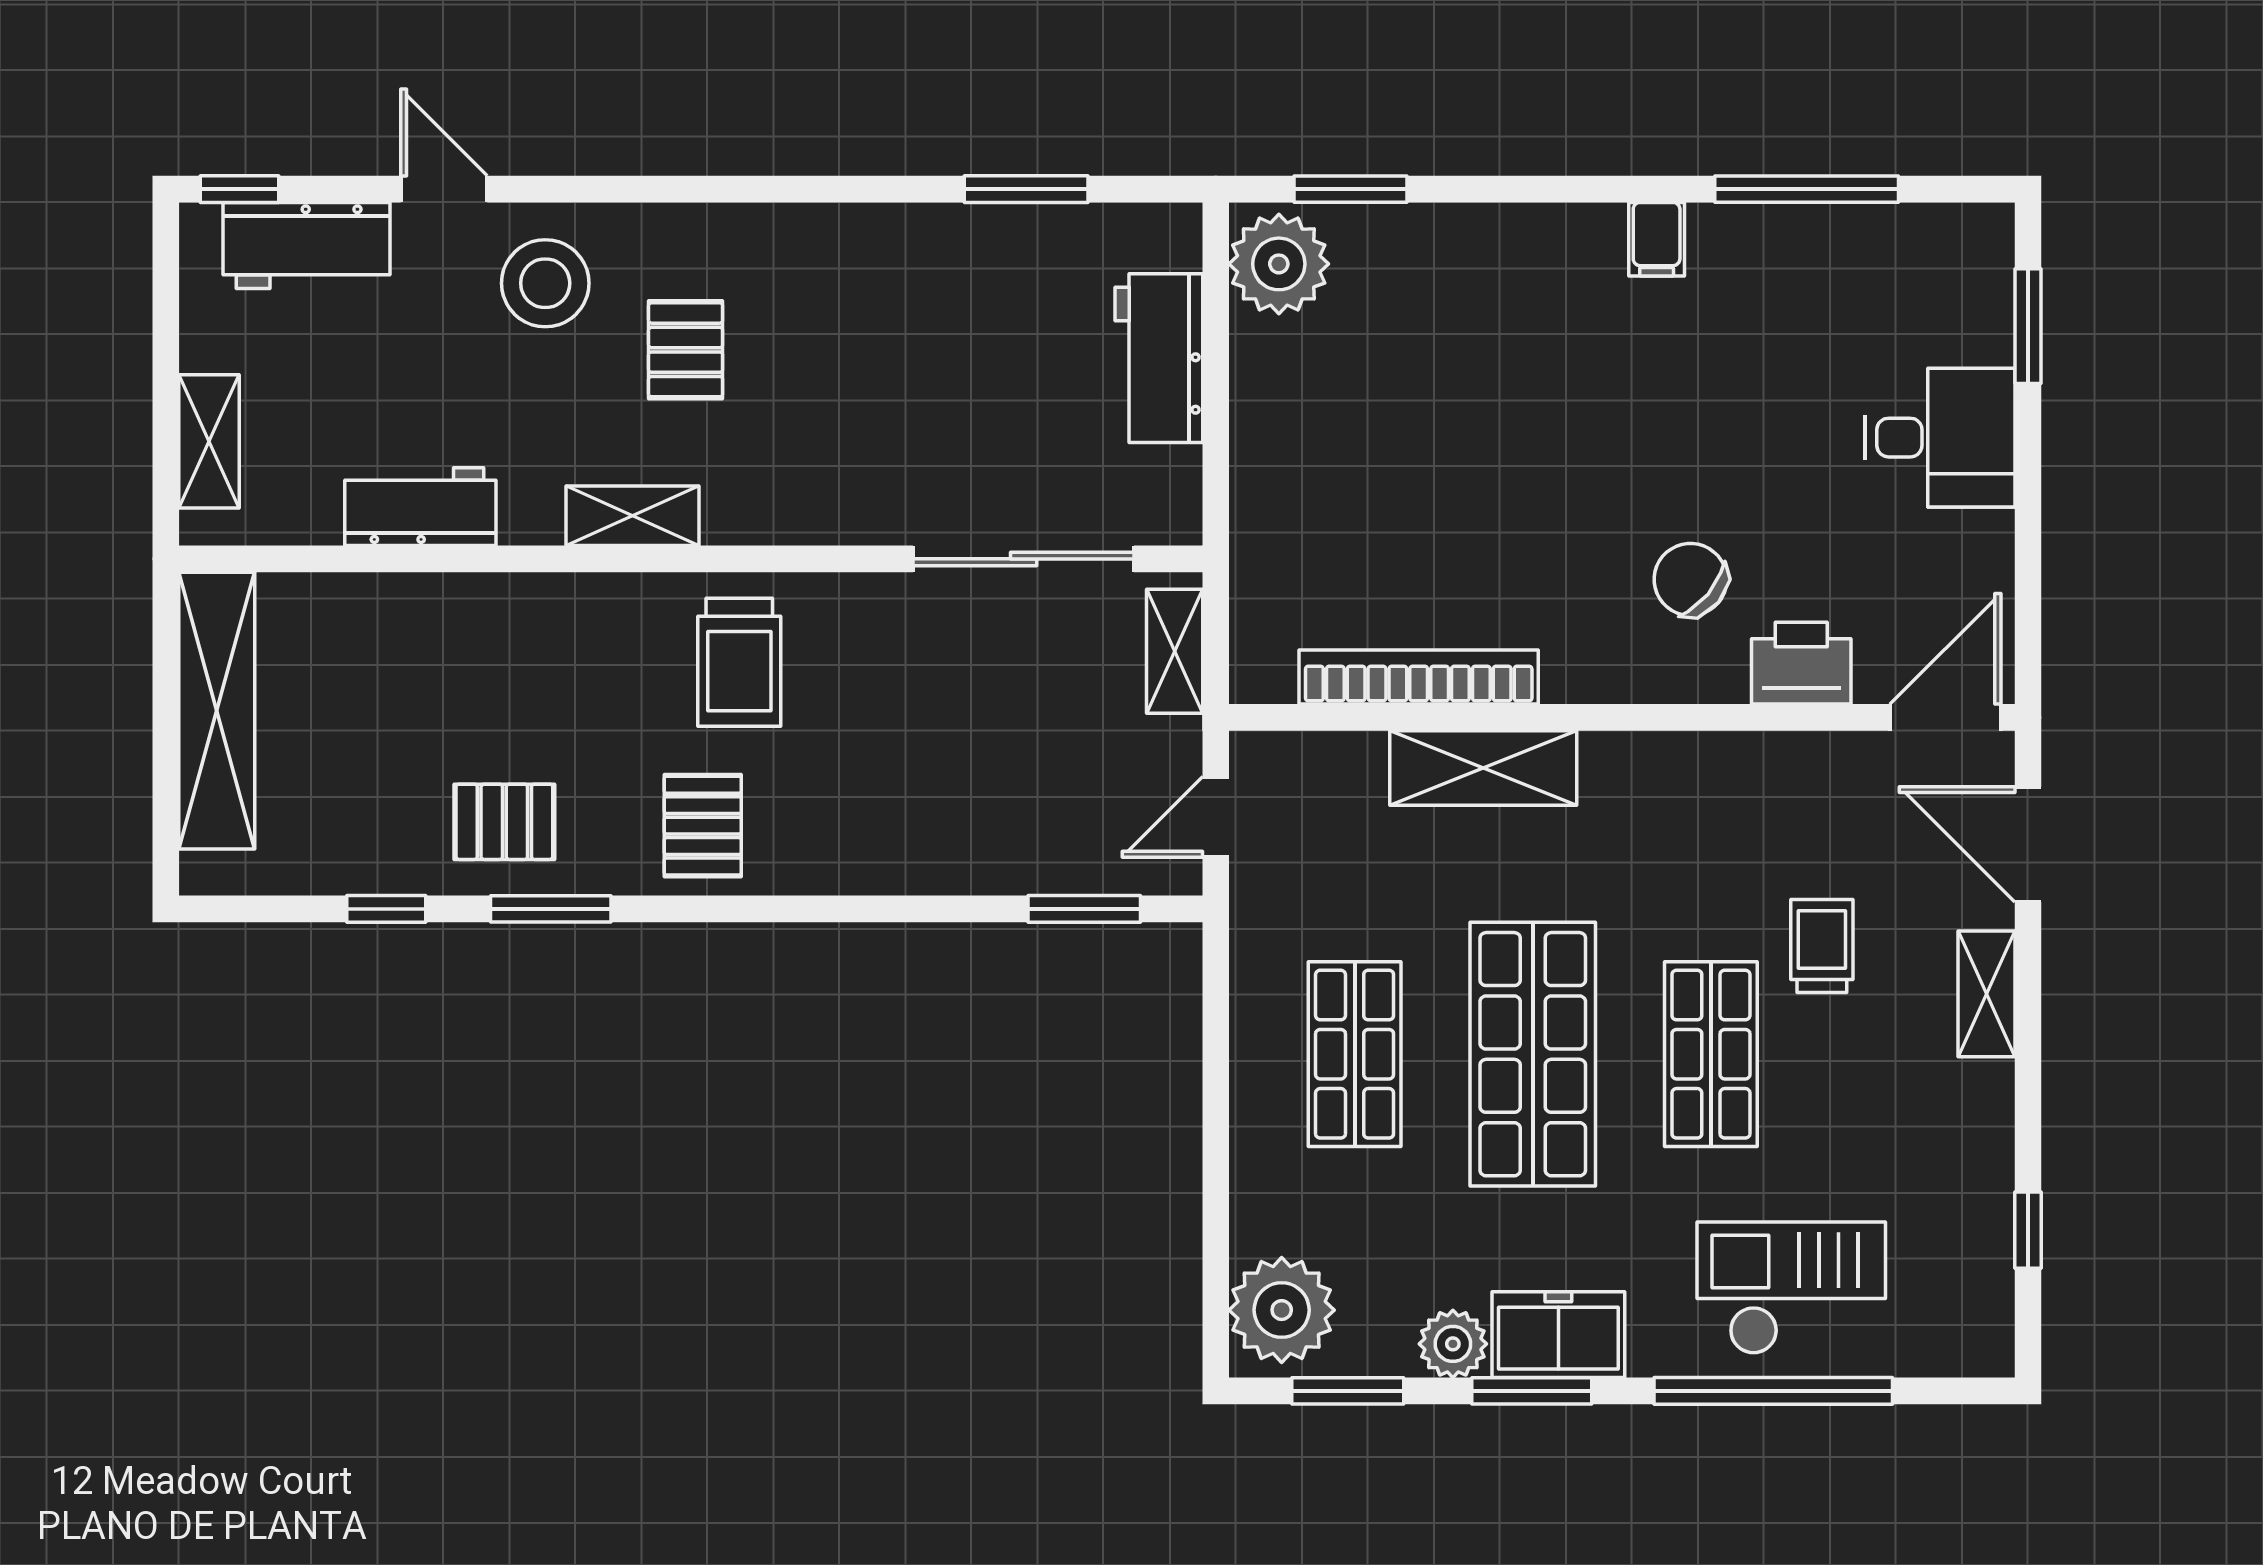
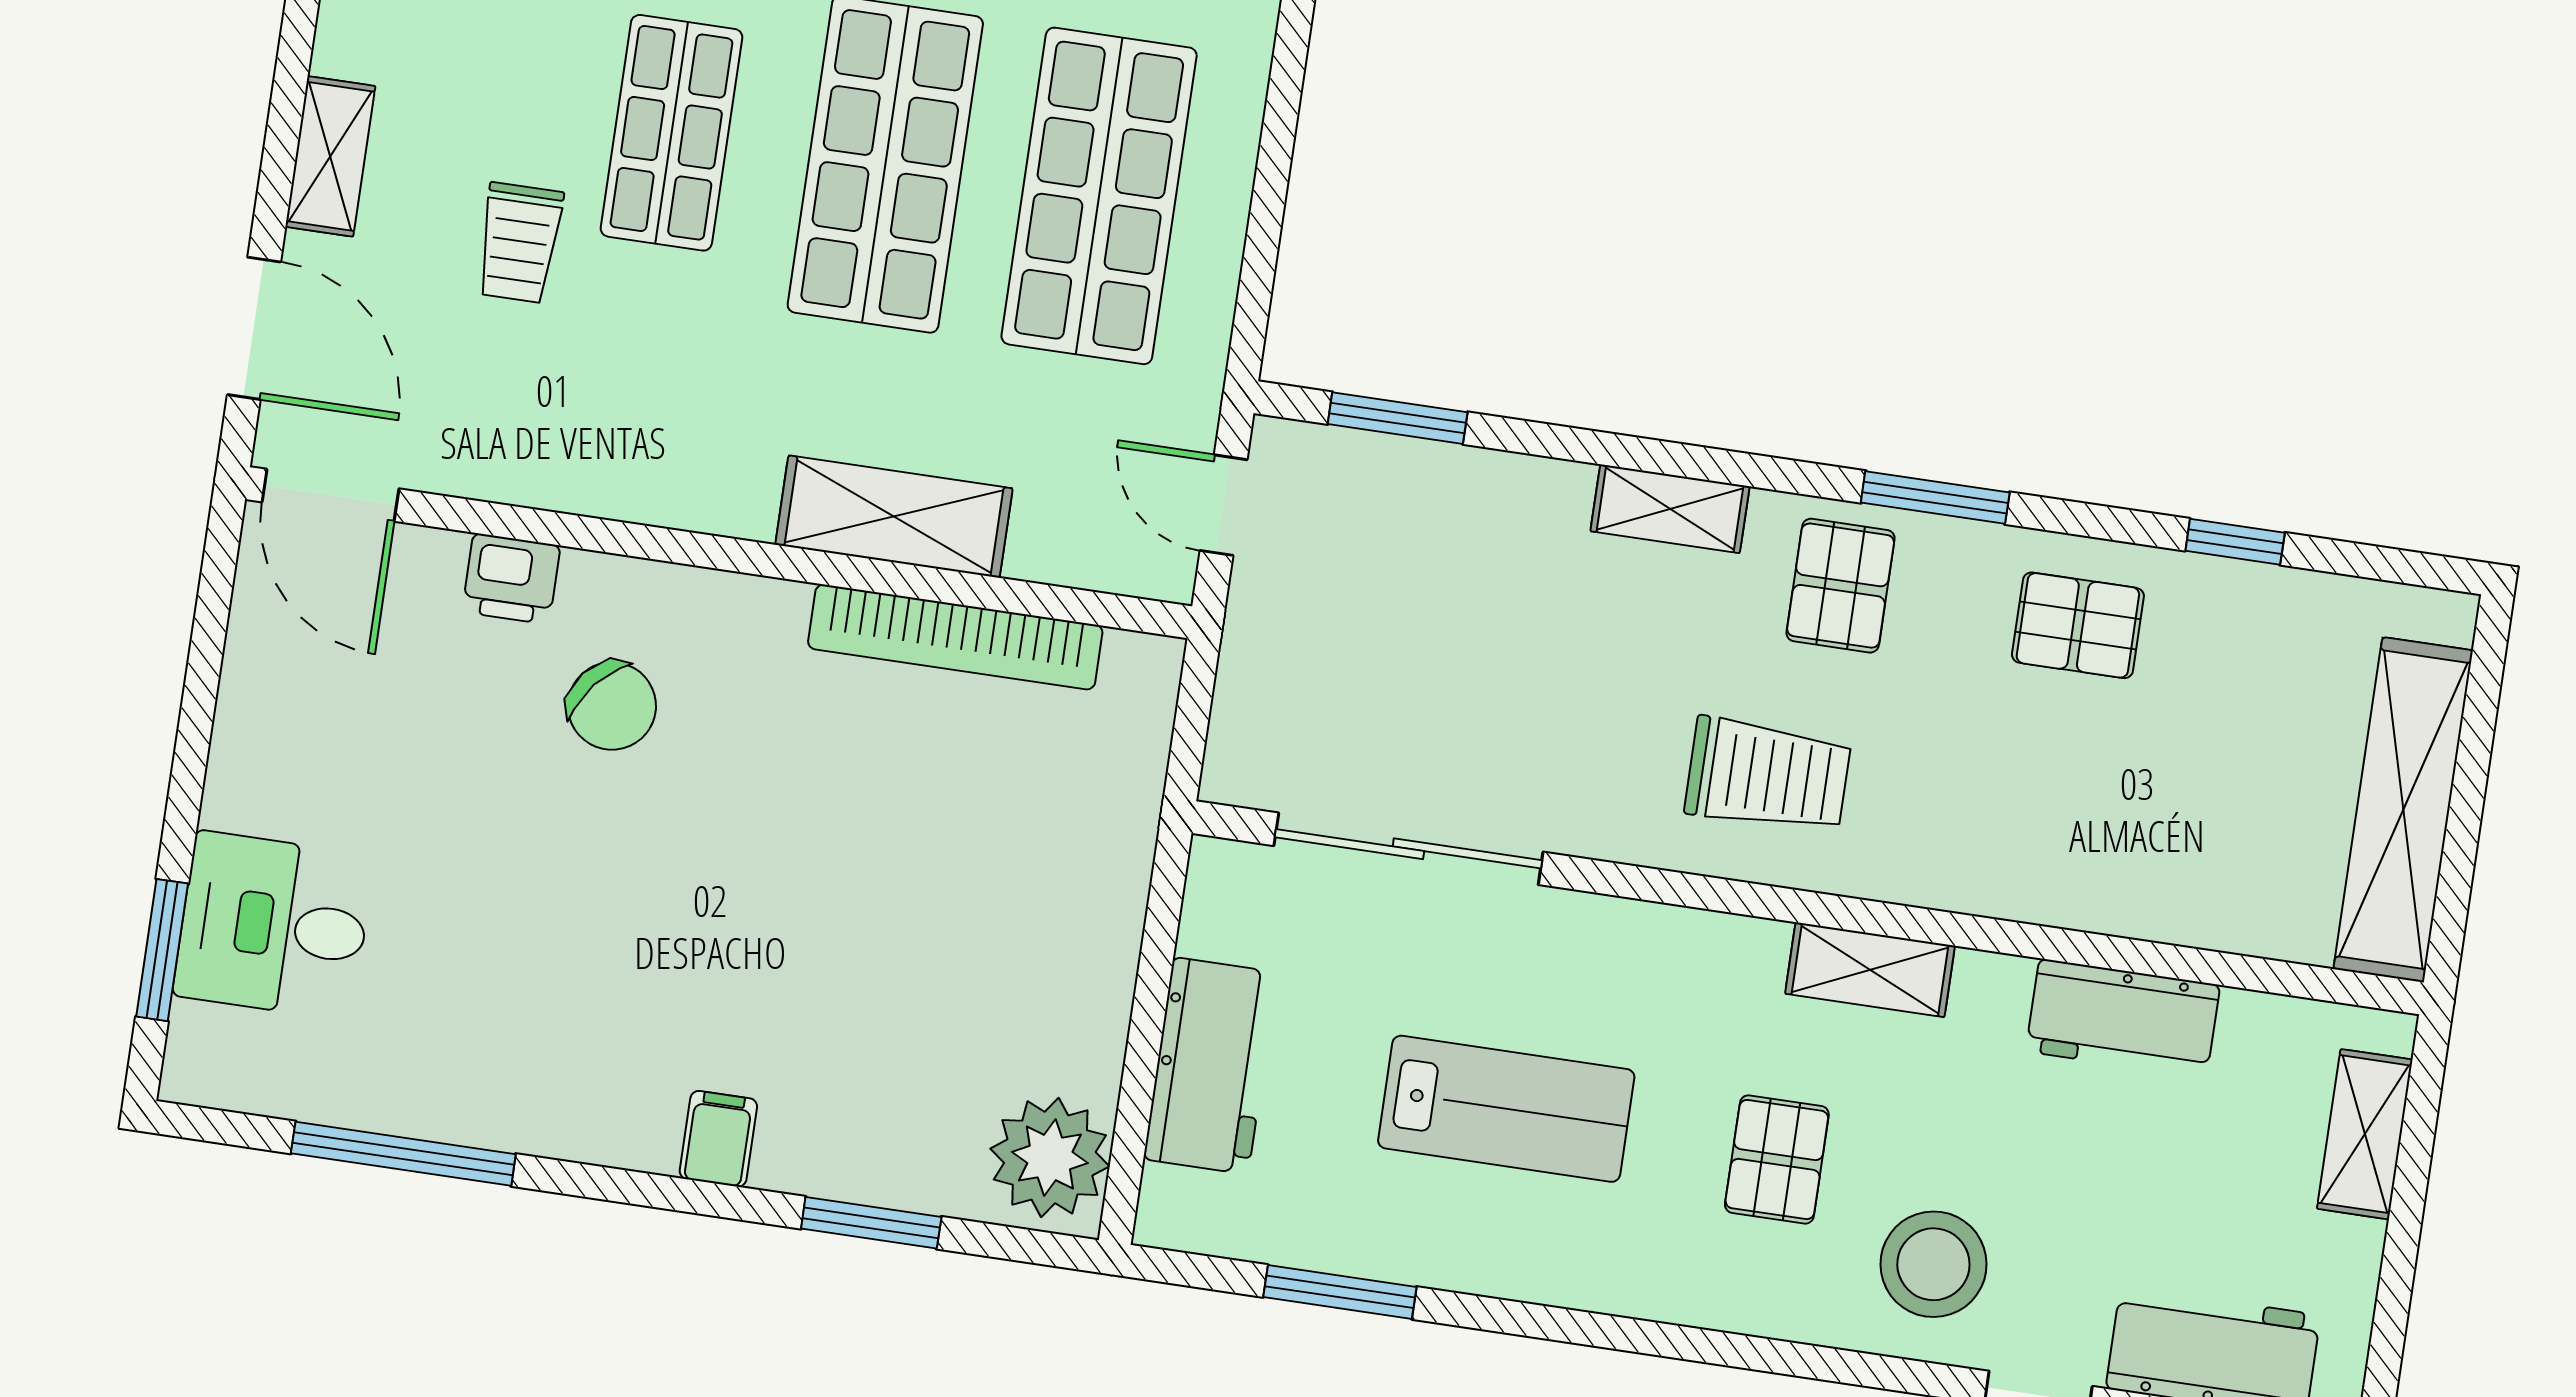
window: (1350, 189) -> (871, 1223), moved
filing cabinet: (1657, 239) -> (718, 1139), moved
lab bench: (912, 359) -> (1506, 1109), added
desk: (1940, 438) -> (274, 926), moved
shelving: (1175, 651) -> (1670, 509), moved, turned 90
trolley: (739, 662) -> (1768, 775), turned 90
printer: (1801, 663) -> (511, 579), width x0.73, depth x0.81
door: (1945, 717) -> (331, 495), hinge flipped
door: (1216, 817) -> (1224, 505), swing flipped
window: (551, 909) -> (1935, 497), moved
shop shelf: (1355, 1054) -> (1099, 196), width x1.43, depth x1.36

